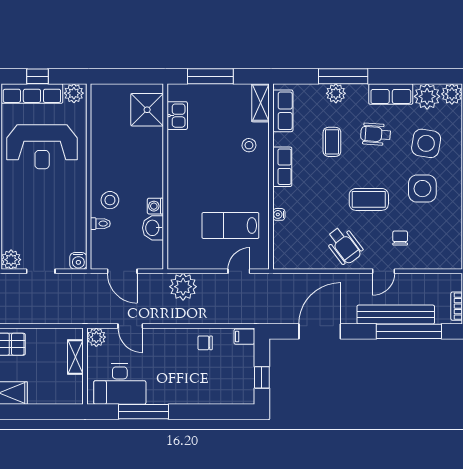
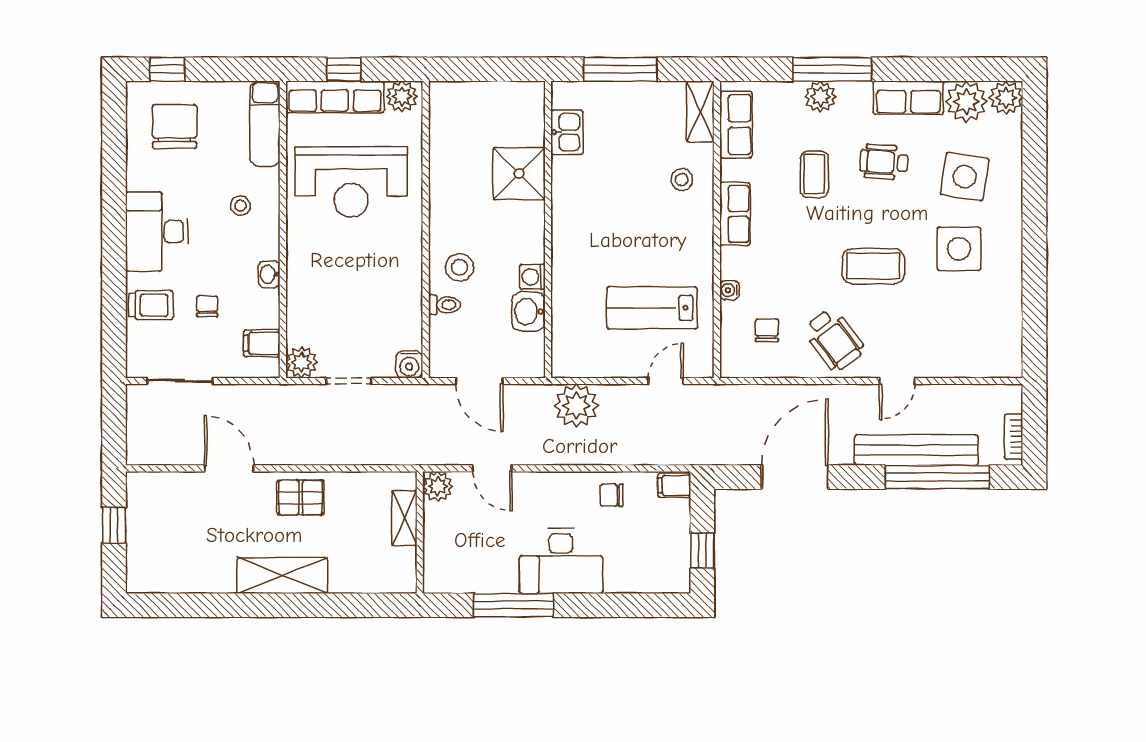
shower: (147, 110) -> (519, 174), moved
chair: (400, 238) -> (767, 330), moved
desk: (120, 384) -> (561, 561), moved

